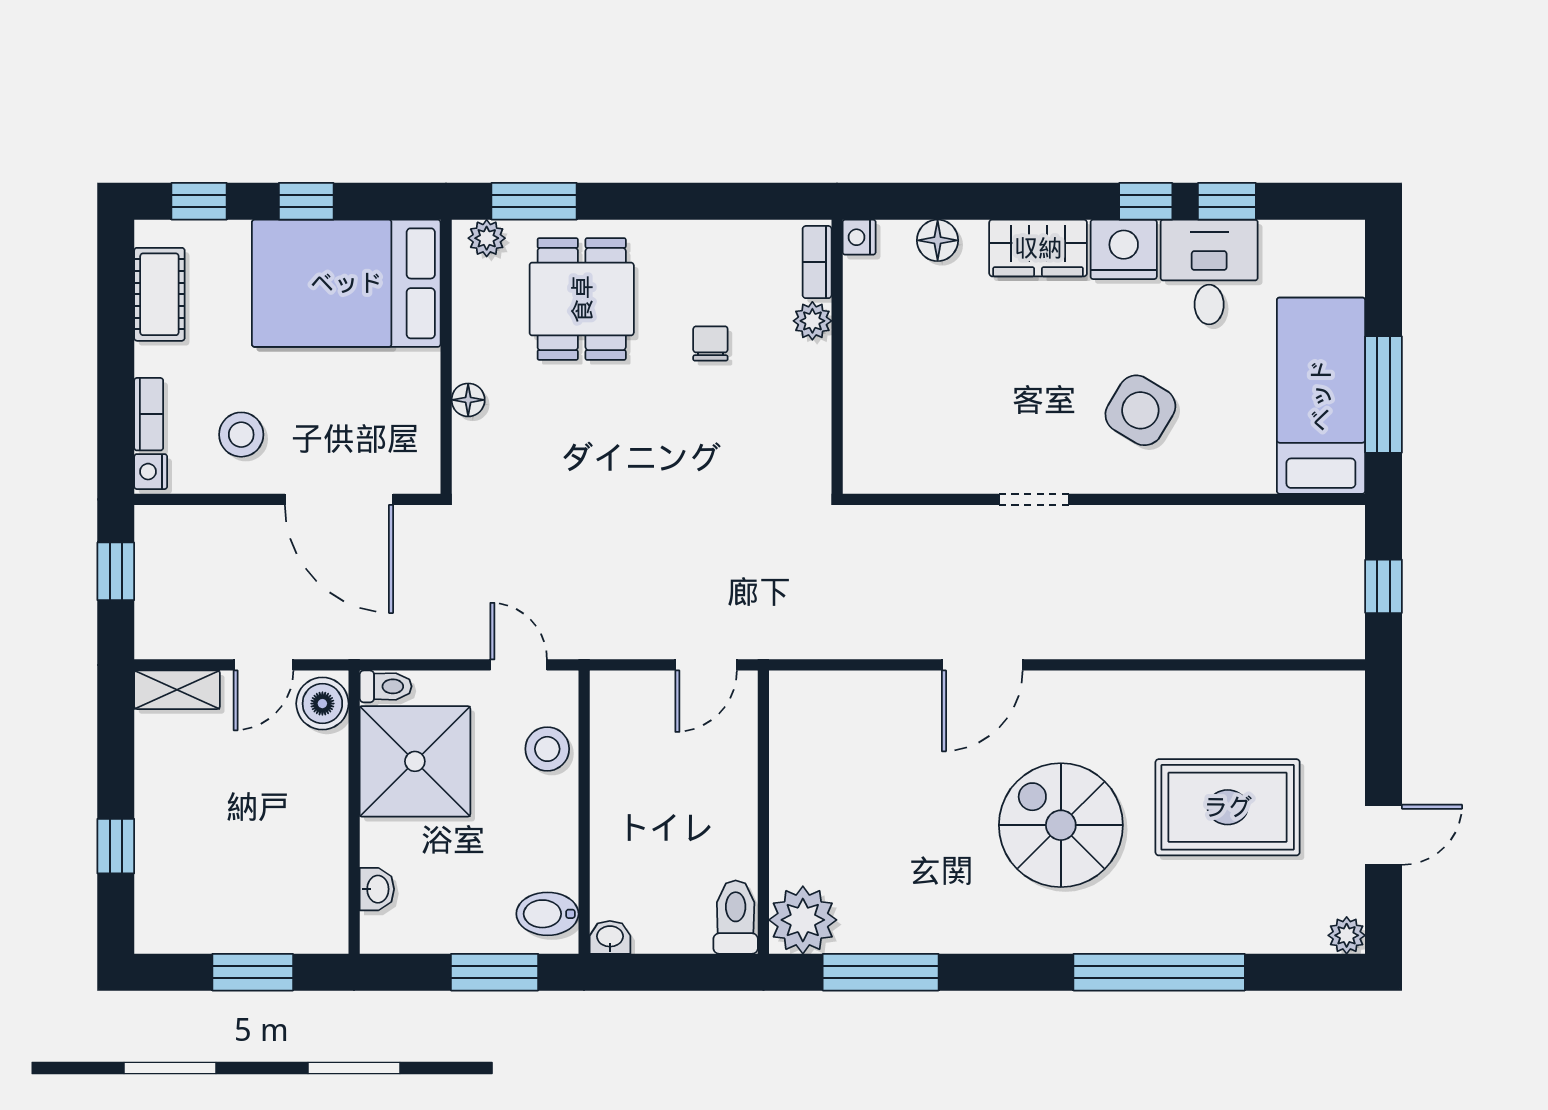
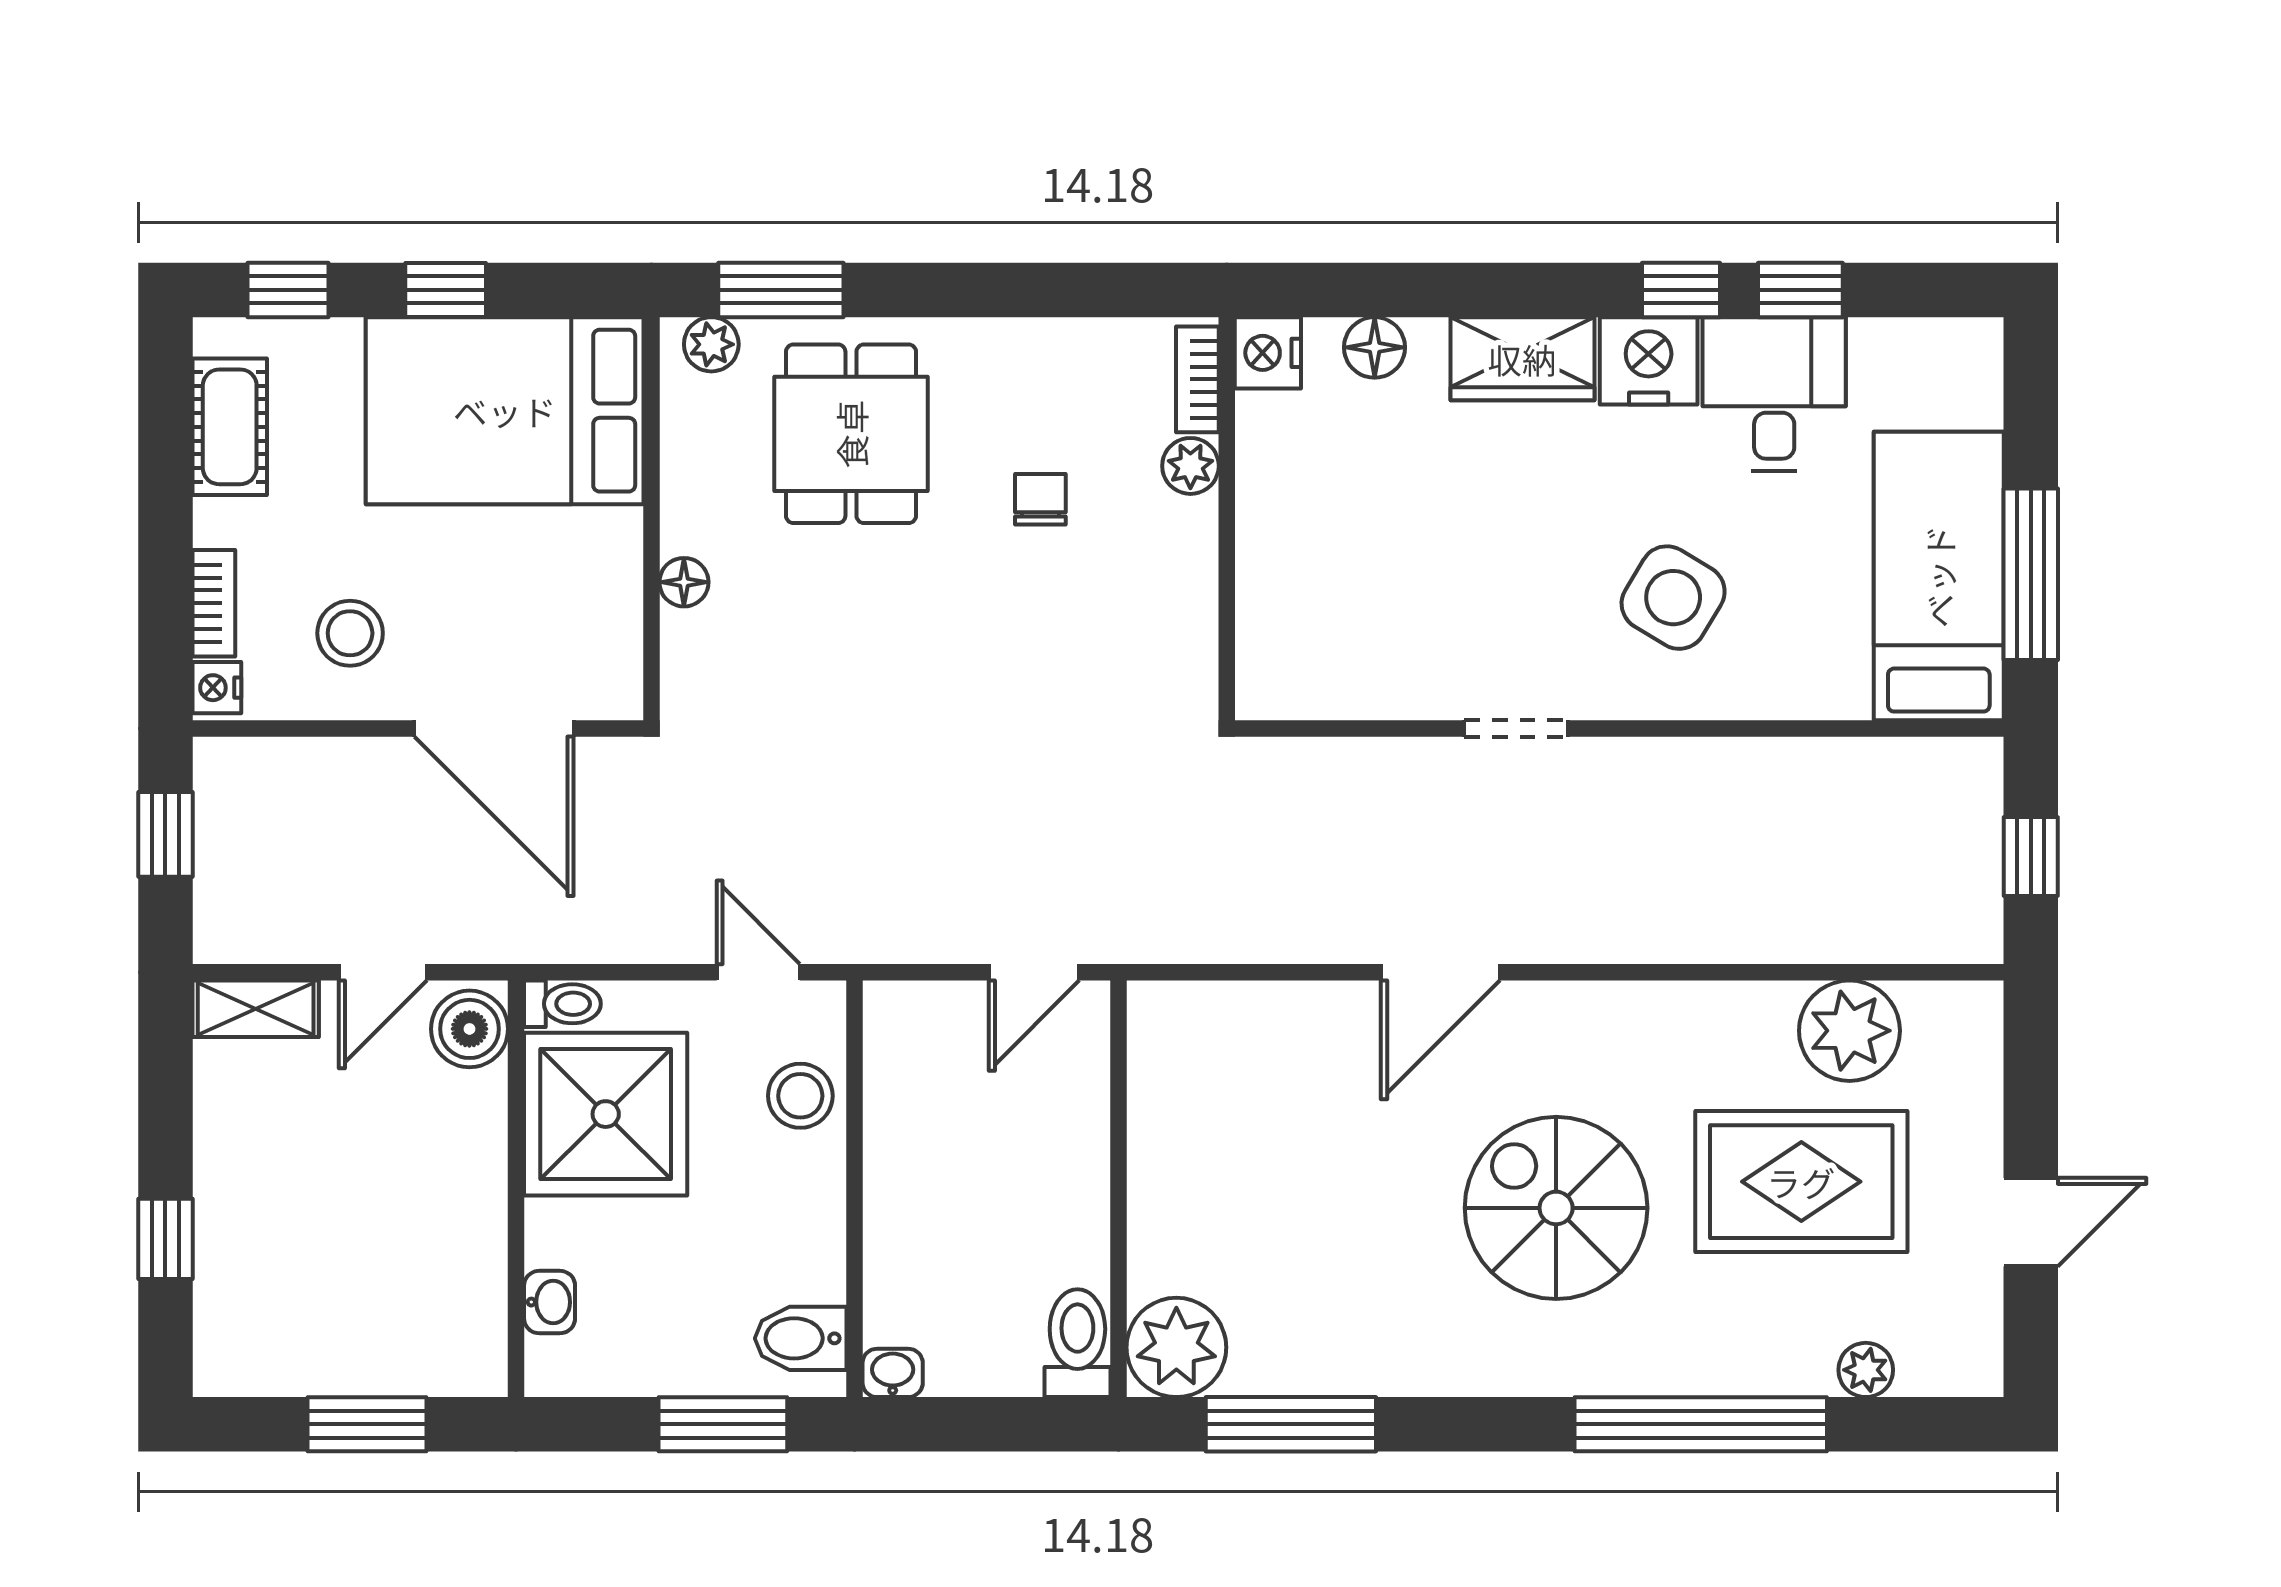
nightstand: (859, 237) -> (1268, 353), width x1.39, depth x1.35
plant: (1260, 705) -> (1849, 1031), added
plant: (1347, 935) -> (1866, 1370), moved

